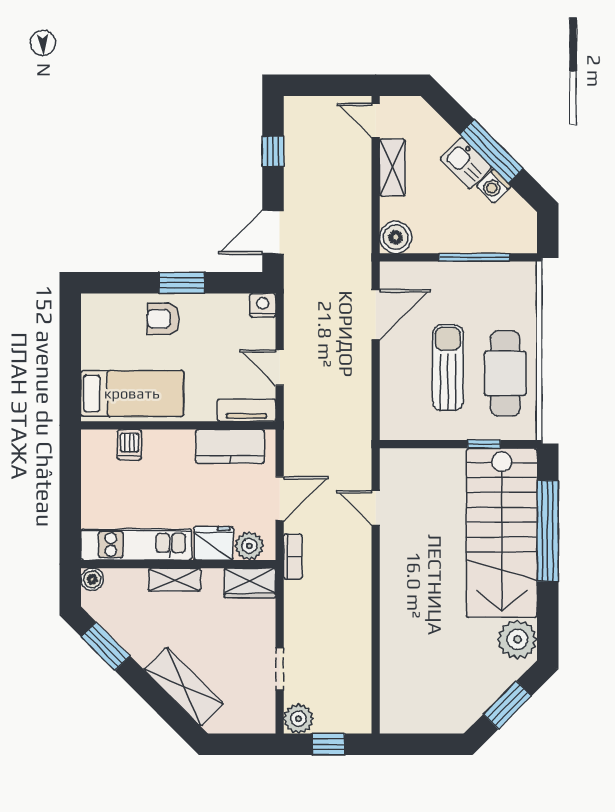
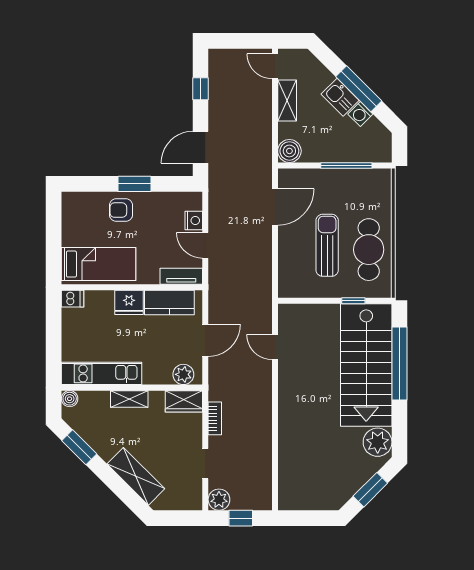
nightstand: (263, 305) -> (194, 220), moved, turned 90
dishwasher: (129, 445) -> (72, 299), moved, turned -90
fridge: (213, 543) -> (129, 302), moved, turned 180
bookcase: (293, 557) -> (215, 418), moved

